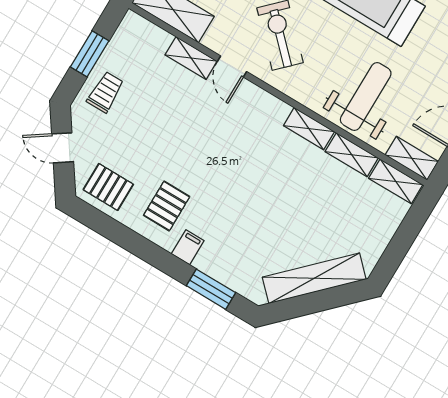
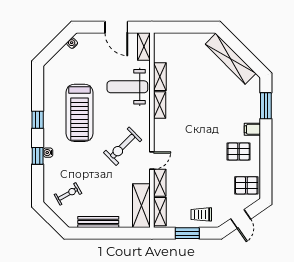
shelving: (396, 181) -> (160, 212), moved
pallet: (108, 187) -> (246, 185), turned 90

